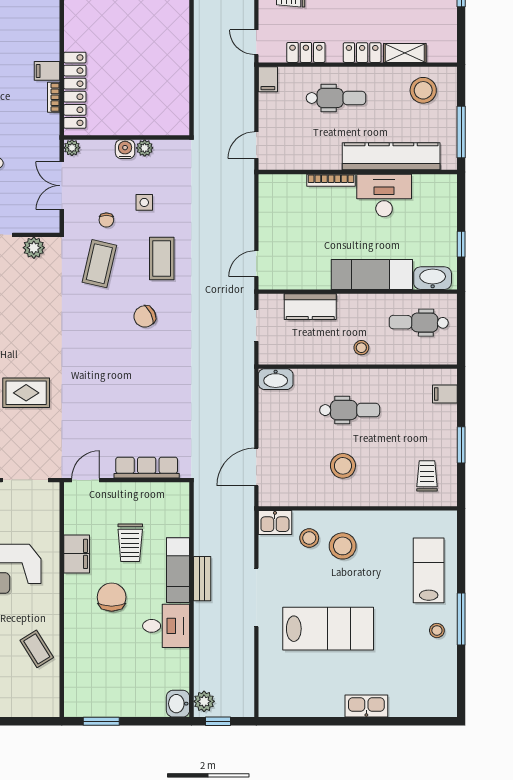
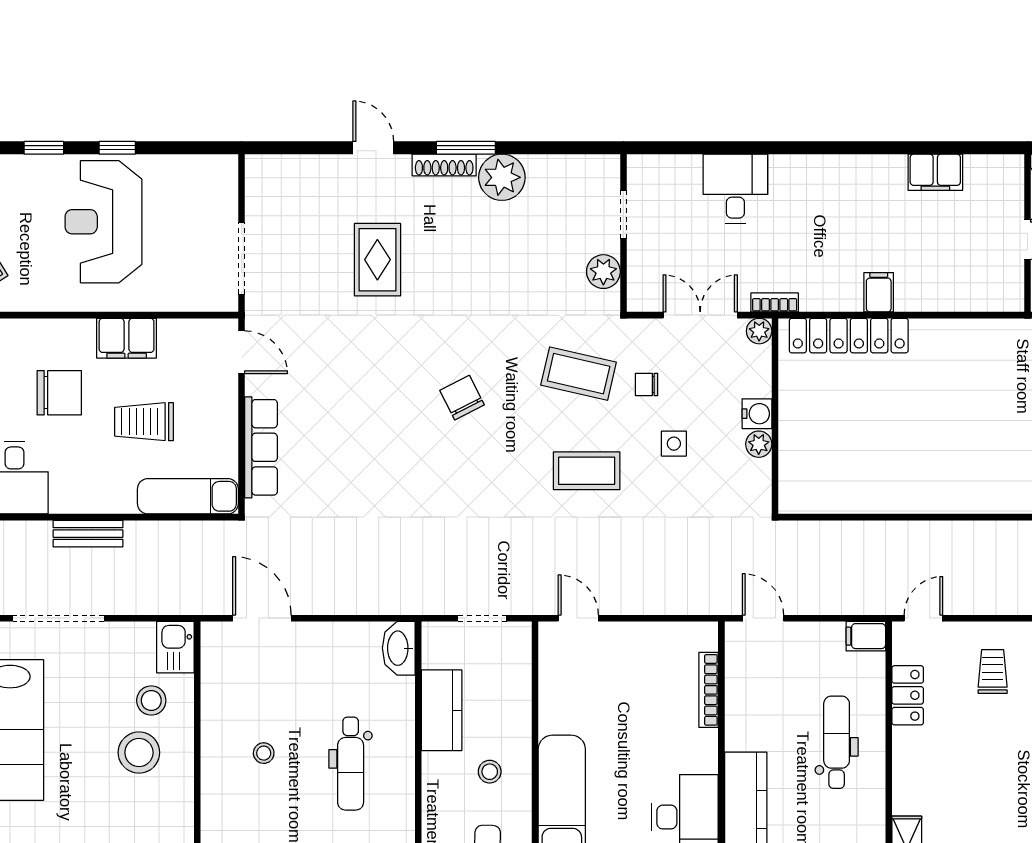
locker: (362, 53) -> (907, 783), removed
bookcase: (54, 97) -> (775, 302), moved
dental chair: (336, 98) -> (837, 742), turned 180
bookcase: (331, 180) -> (709, 690), moved
kitchen counter: (310, 307) -> (442, 710), moved, turned 180
chair: (145, 316) -> (462, 398), moved
stool: (361, 348) -> (490, 772), moved
stool: (343, 466) -> (264, 753), width x0.53, depth x0.53
exam couch: (178, 570) -> (188, 496), moved

